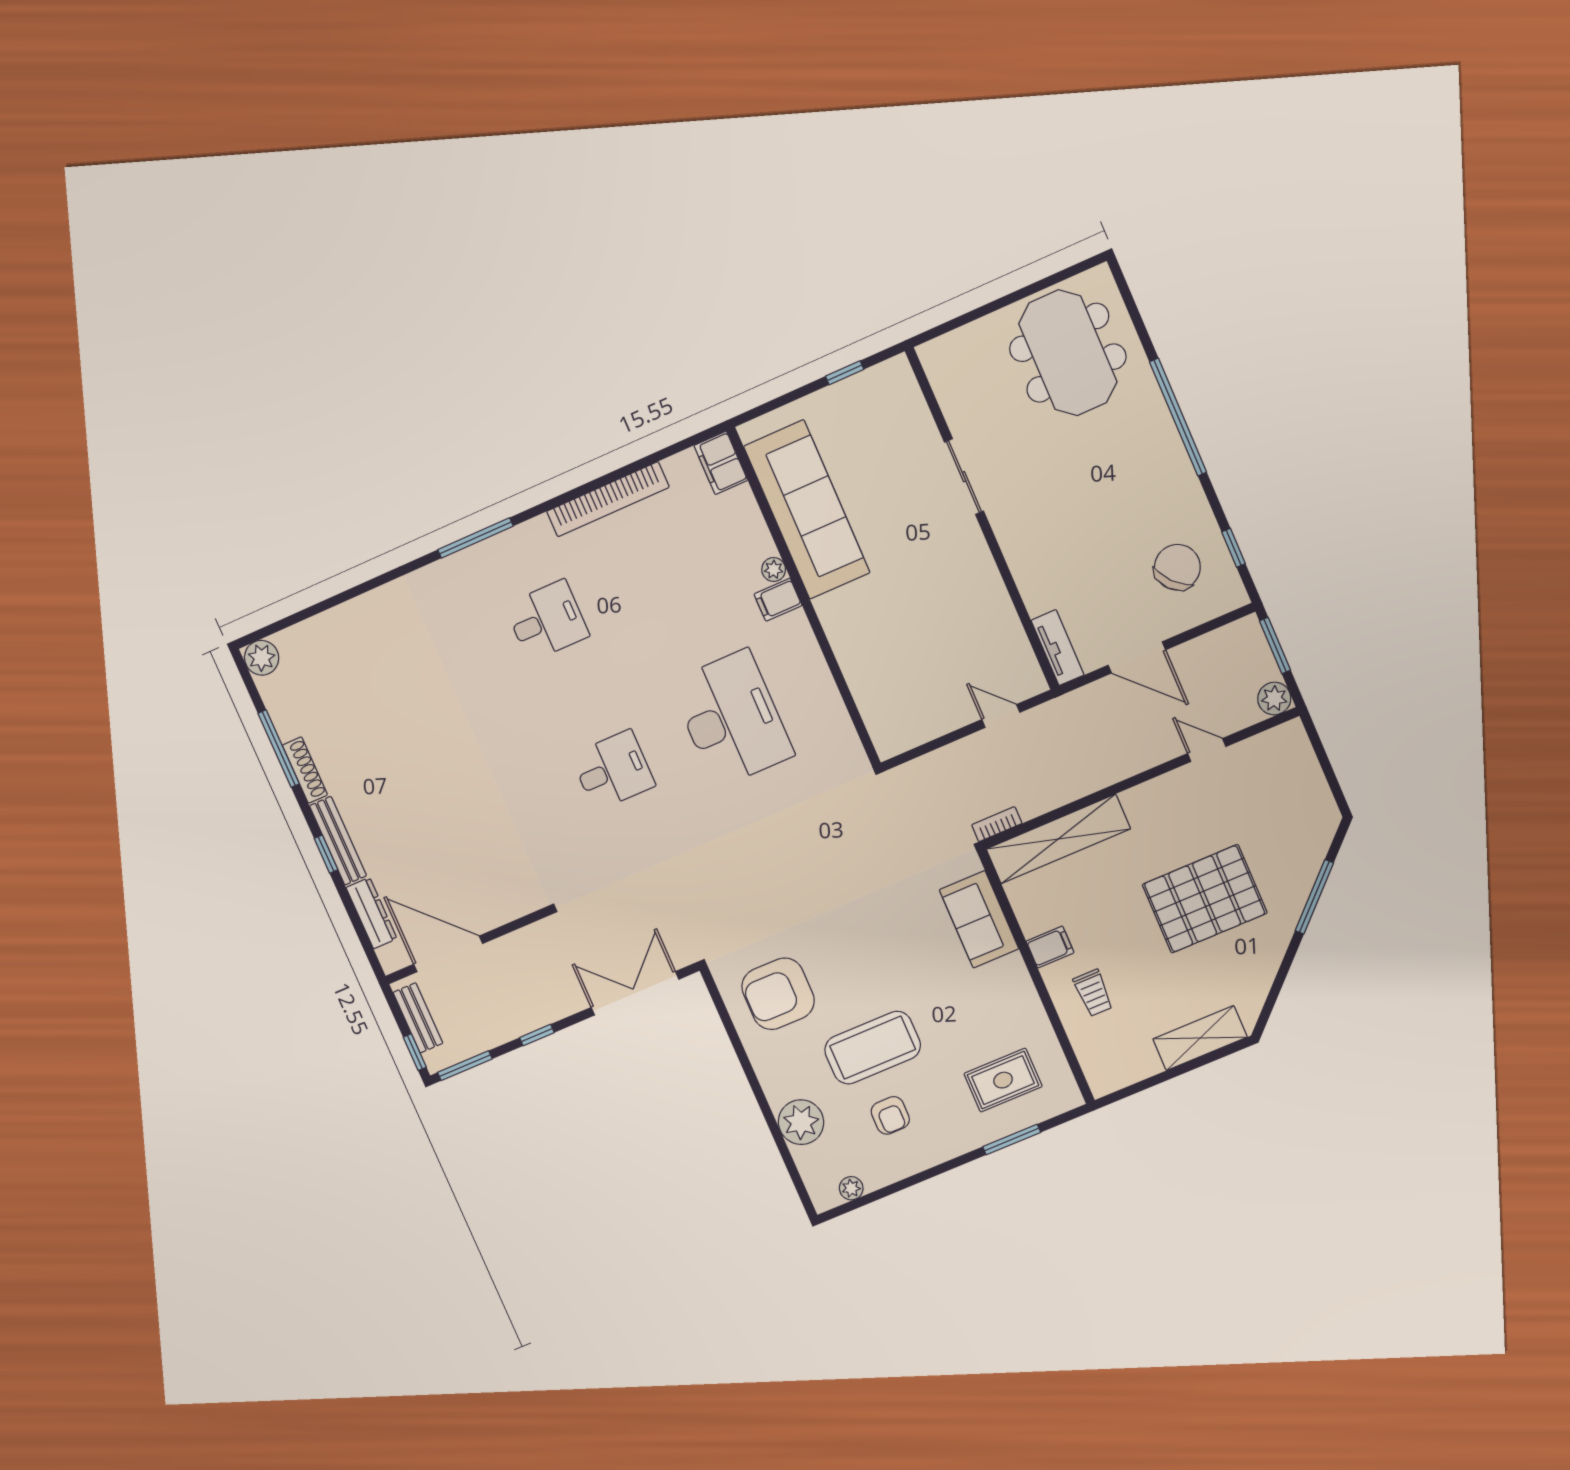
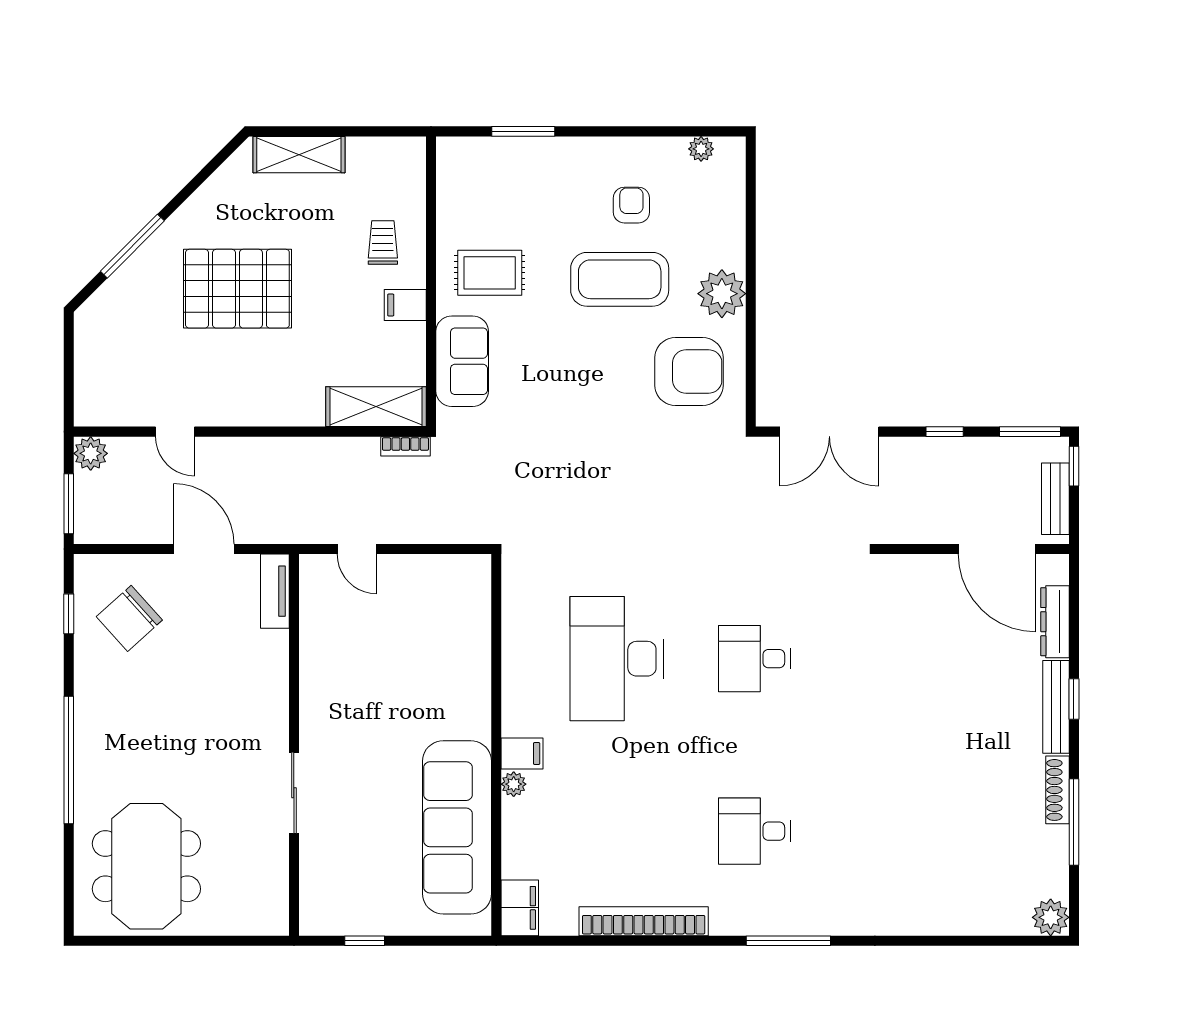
shelving: (1058, 839) -> (376, 407), width x0.68
rug: (1003, 1080) -> (490, 273), moved
plant: (801, 1122) -> (722, 294), moved

